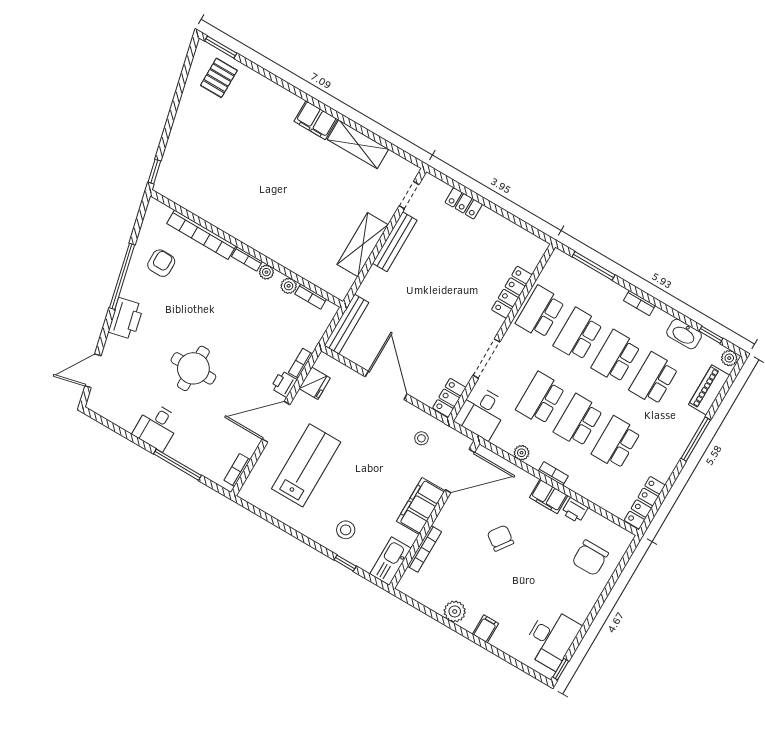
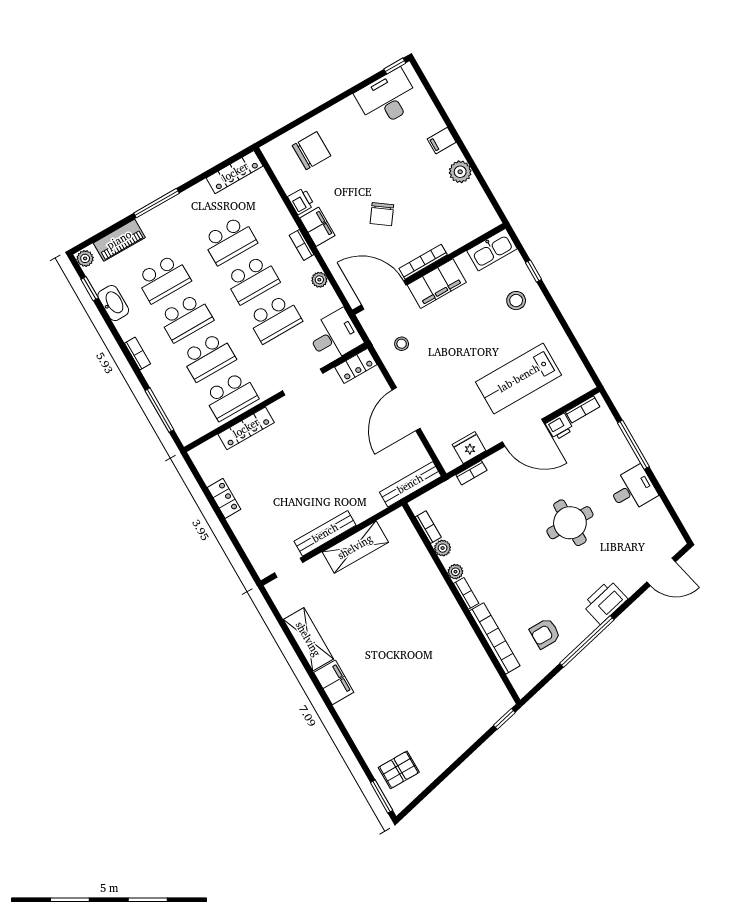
locker: (464, 203) -> (224, 498), moved
printer: (284, 384) -> (560, 427), moved
bookcase: (424, 549) -> (423, 262), moved

